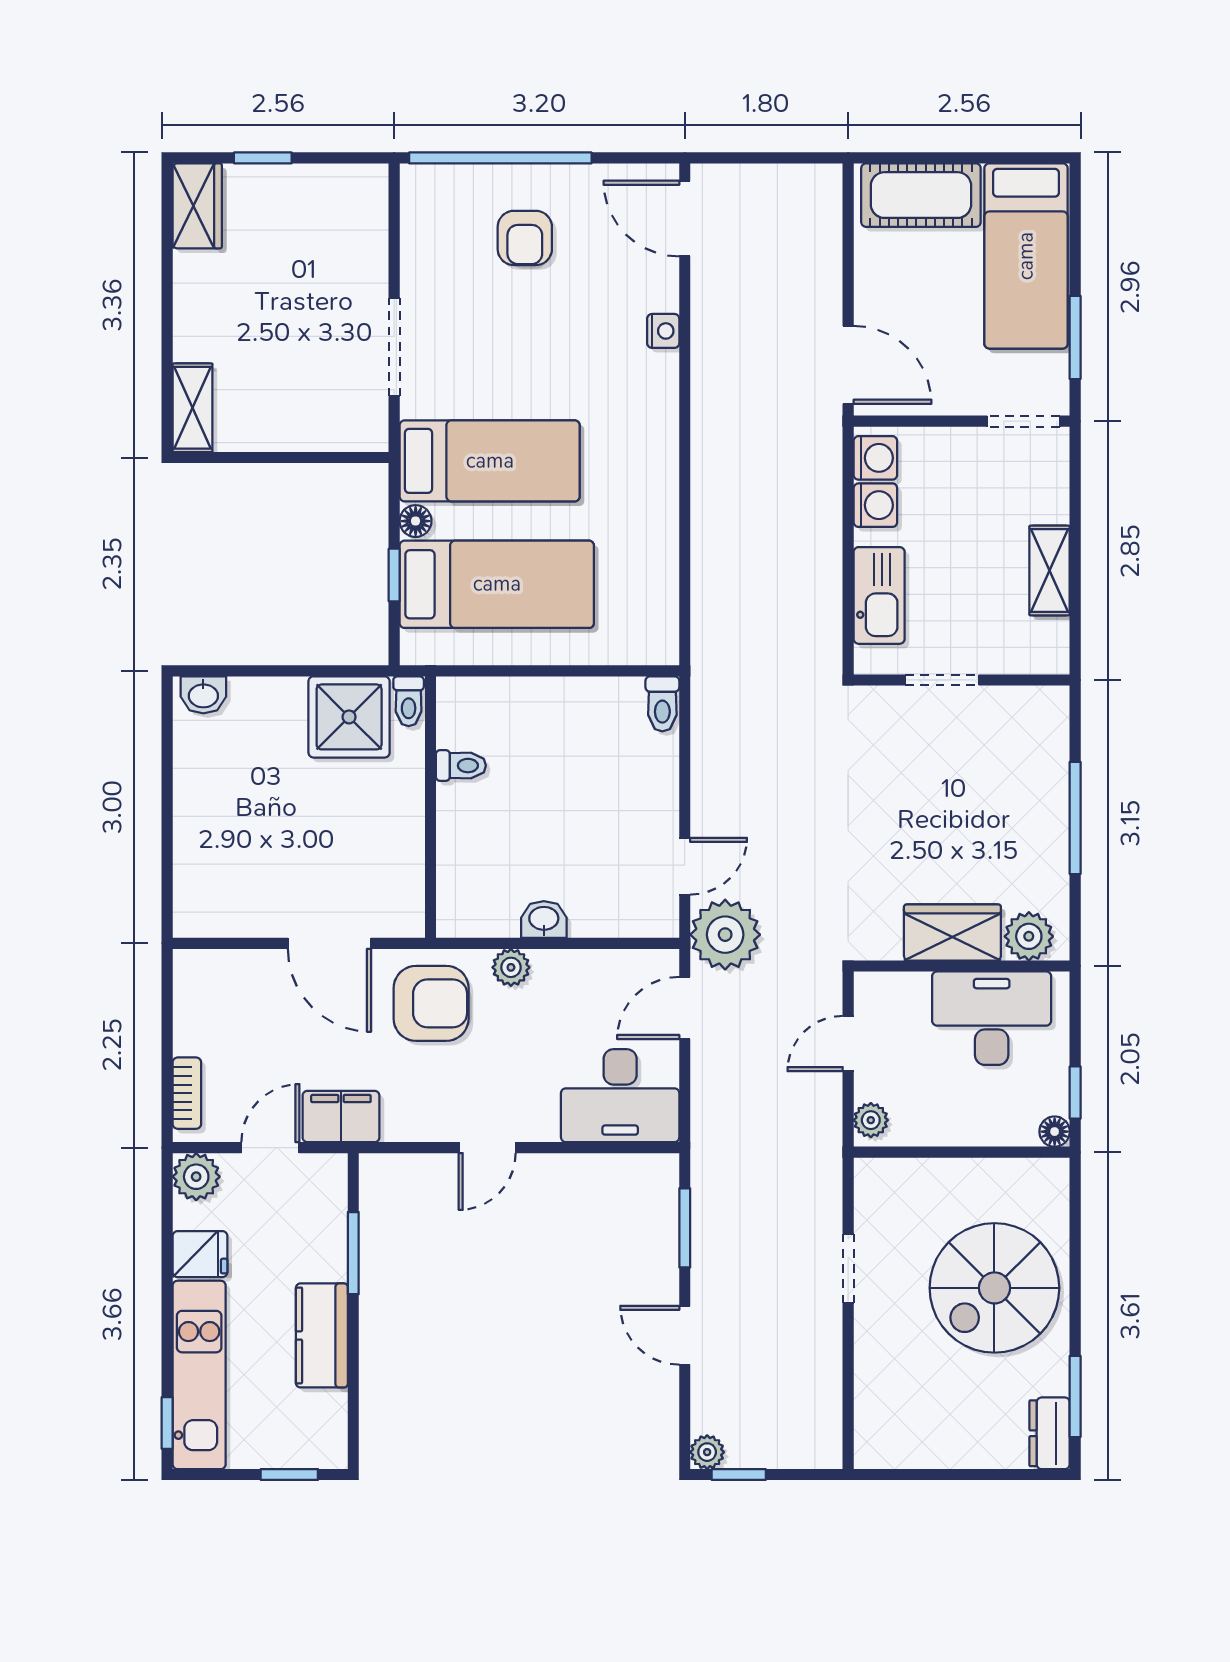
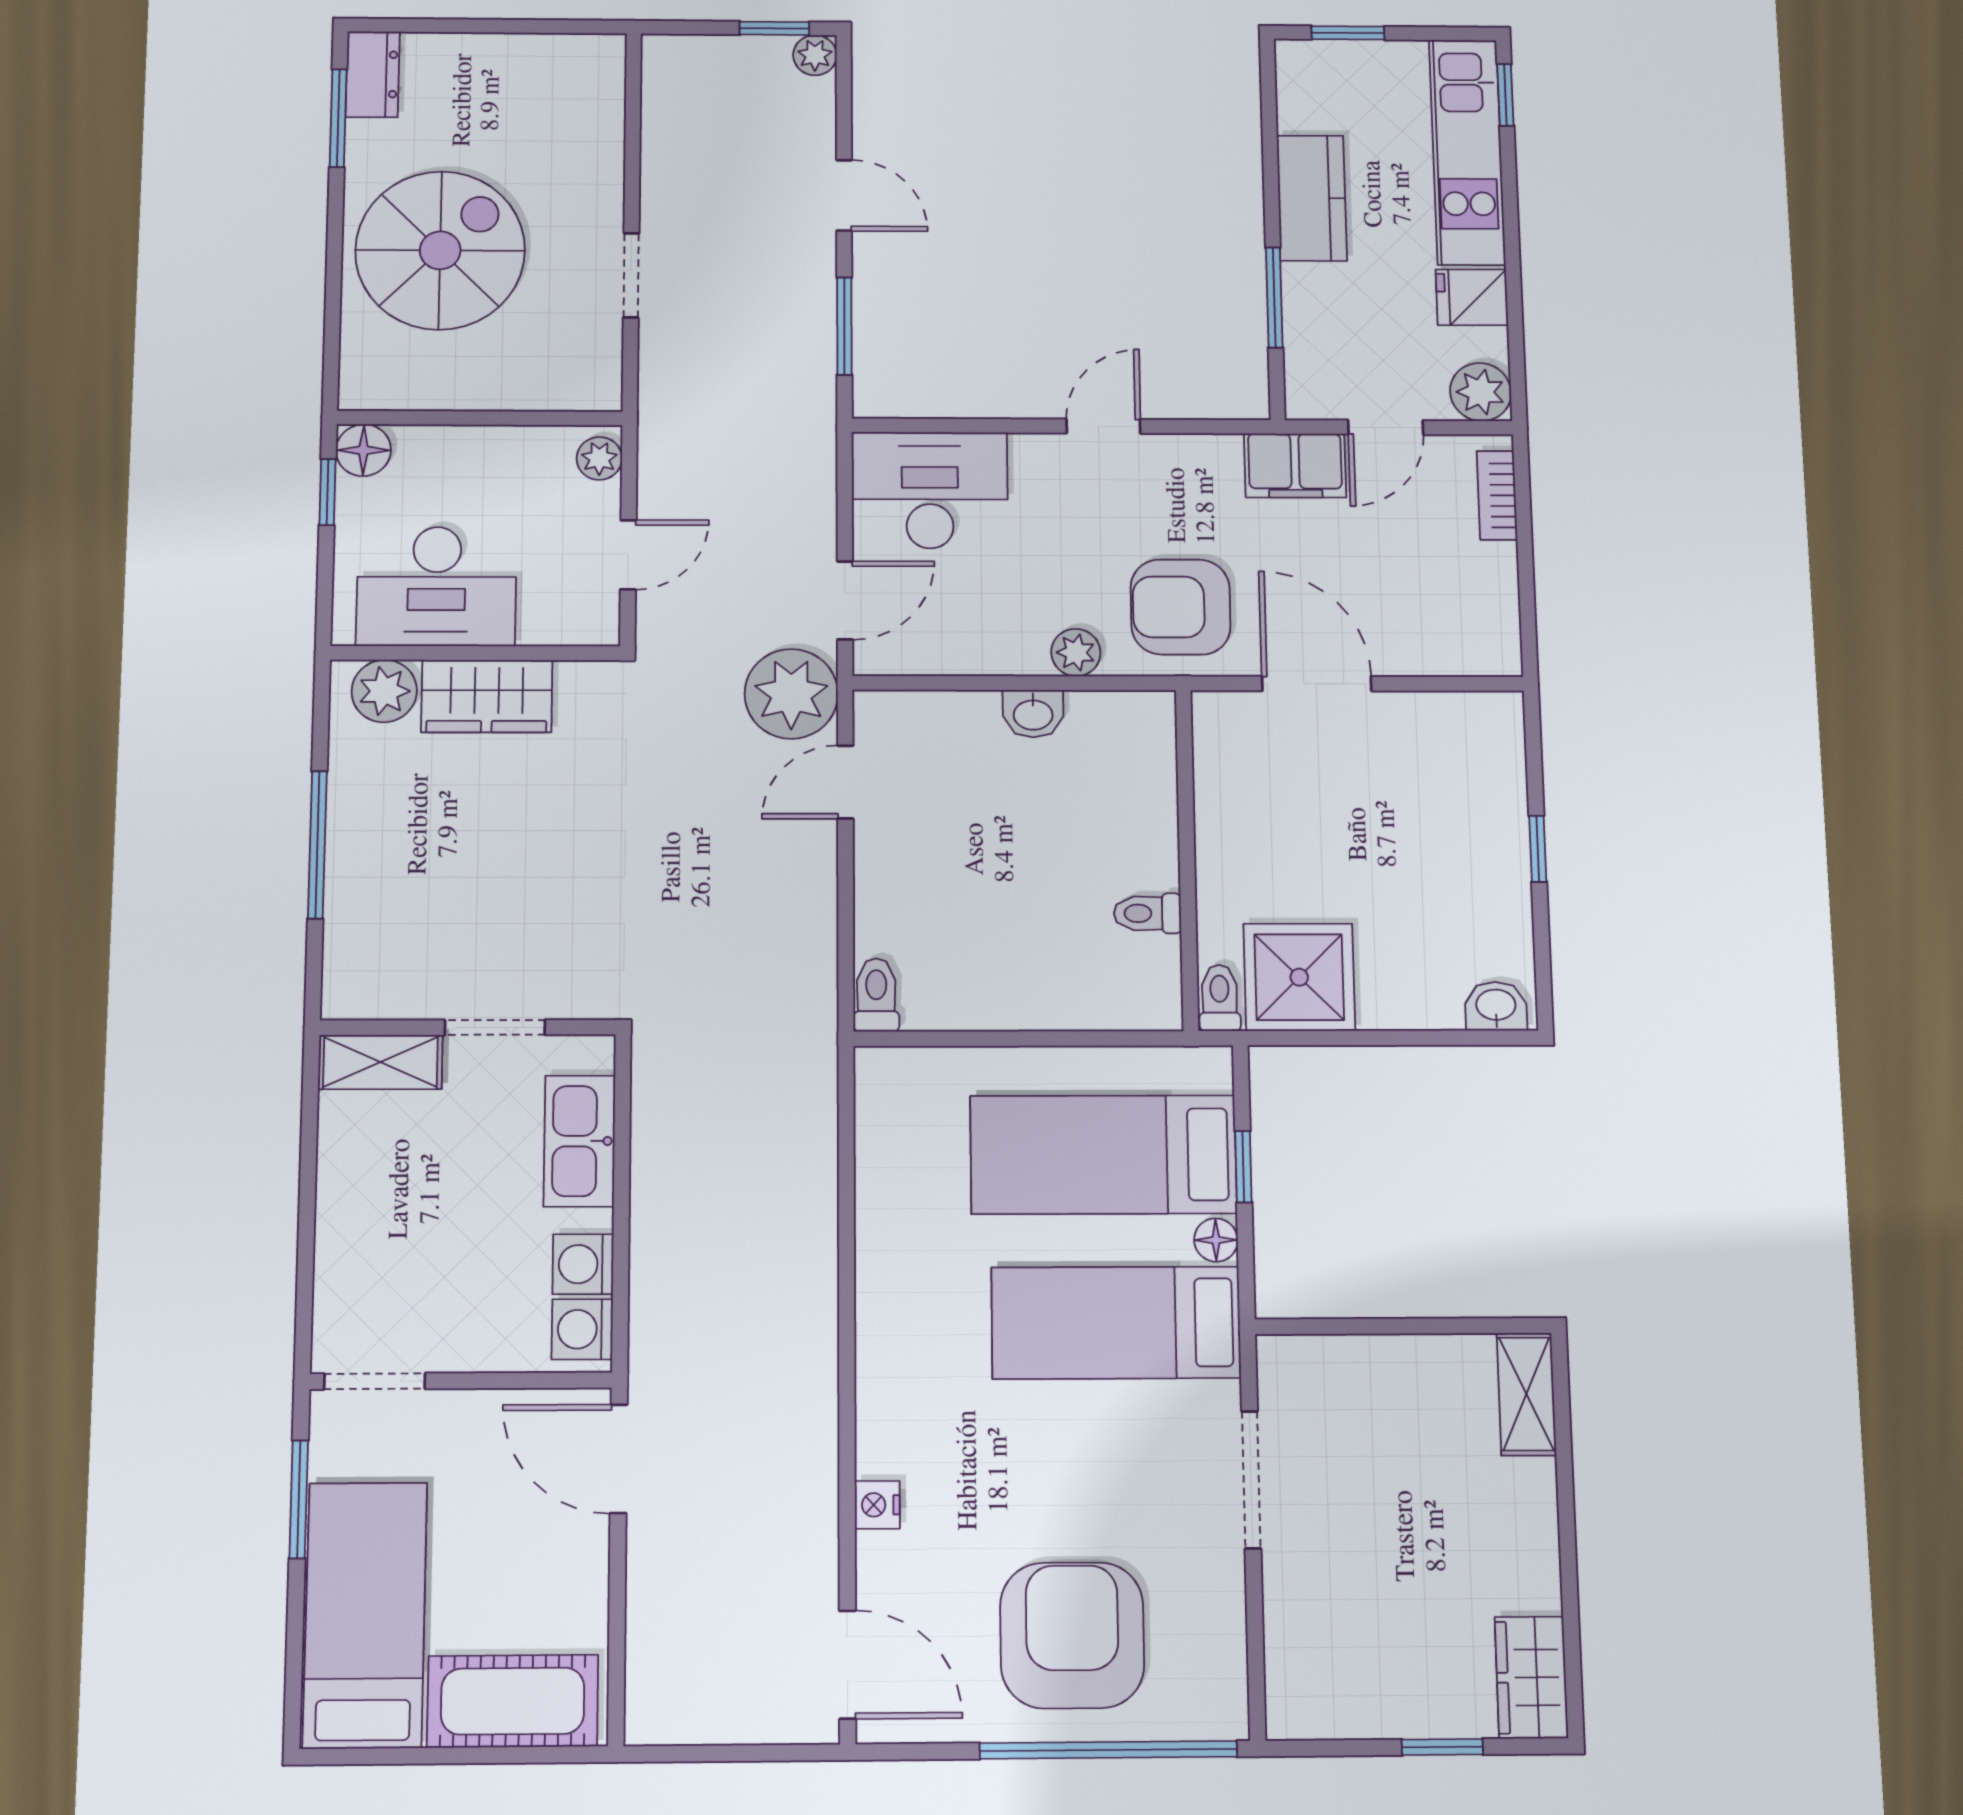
armchair: (525, 238) -> (1072, 1635), width x1.88, depth x1.88
shelving: (1050, 571) -> (380, 1062), moved, turned 90
window: (167, 815) -> (1538, 849), added
floor lamp: (1055, 1132) -> (363, 450), width x1.37, depth x1.37

